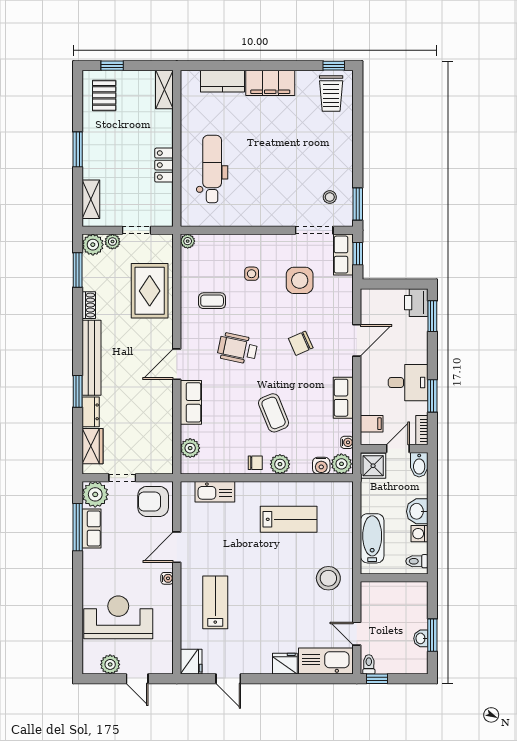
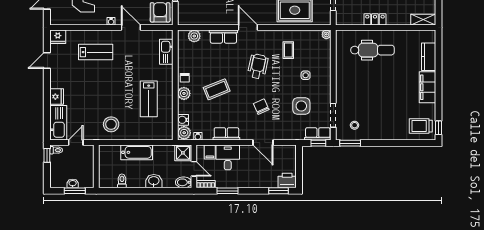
desk: (408, 383) -> (228, 157), moved, turned 180
washing machine: (419, 534) -> (140, 183), removed
wall: (394, 578) -> (96, 166), moved

